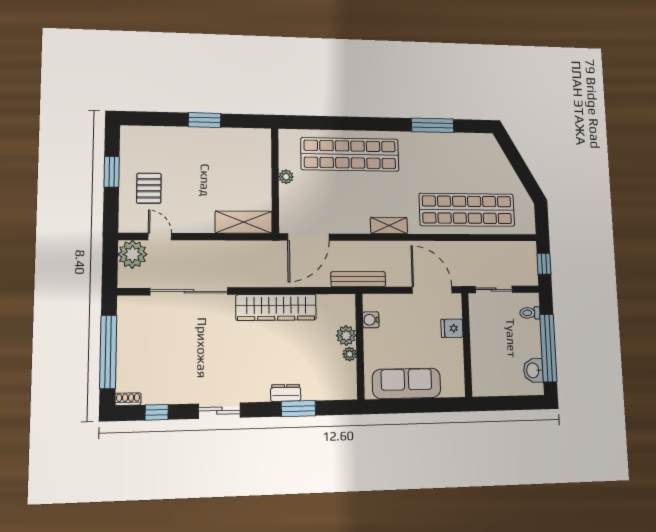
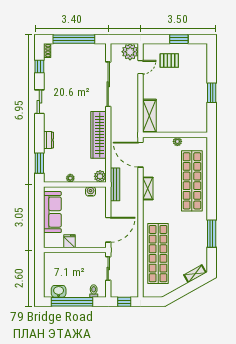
shelving: (496, 152) -> (195, 274), added
shelving: (389, 226) -> (148, 188), moved
fridge: (452, 328) -> (70, 241), moved
plant: (346, 336) -> (100, 176), moved
window: (298, 409) -> (39, 163), moved

